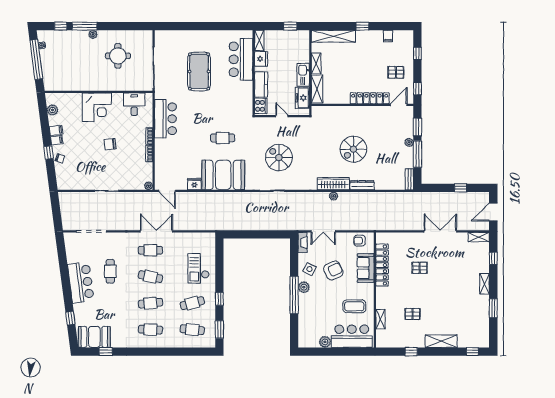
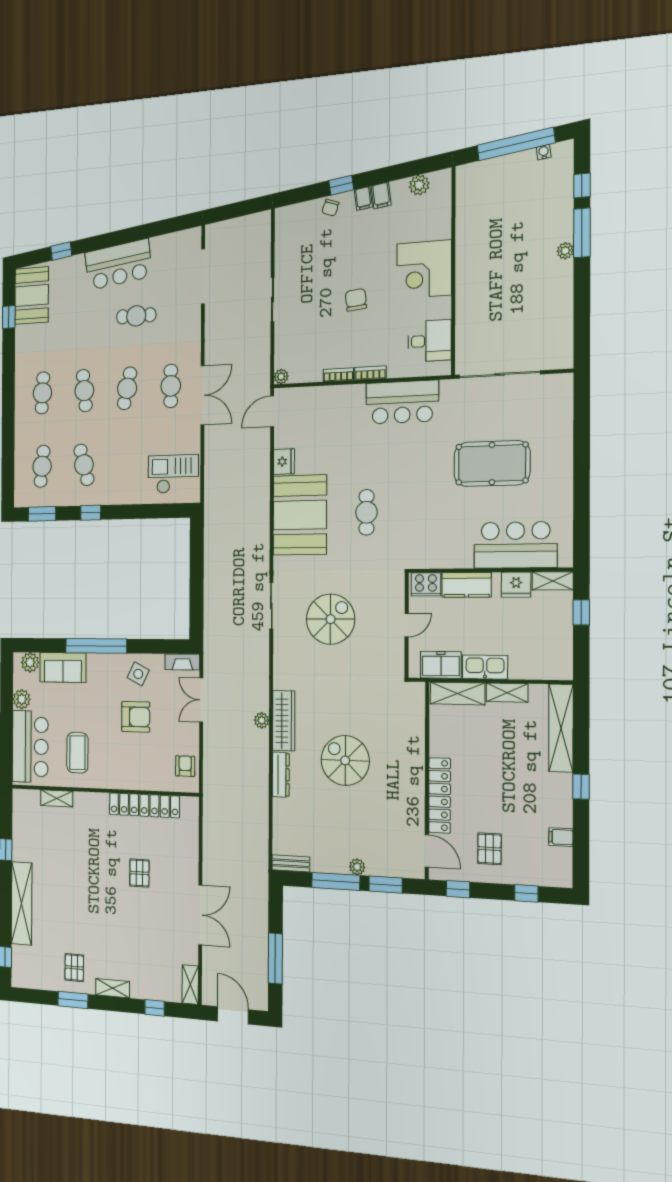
window: (290, 26) -> (581, 612), moved
round table: (118, 56) -> (523, 303), removed
window: (461, 188) -> (275, 959), width x2.17
checkout: (198, 268) -> (173, 474), moved
sofa: (366, 268) -> (63, 667), moved, turned 180
armchair: (333, 270) -> (136, 717), turned -65
plant: (304, 287) -> (30, 662), moved
pallet: (413, 314) -> (74, 968), moved
shelving: (441, 341) -> (22, 903), width x1.47

